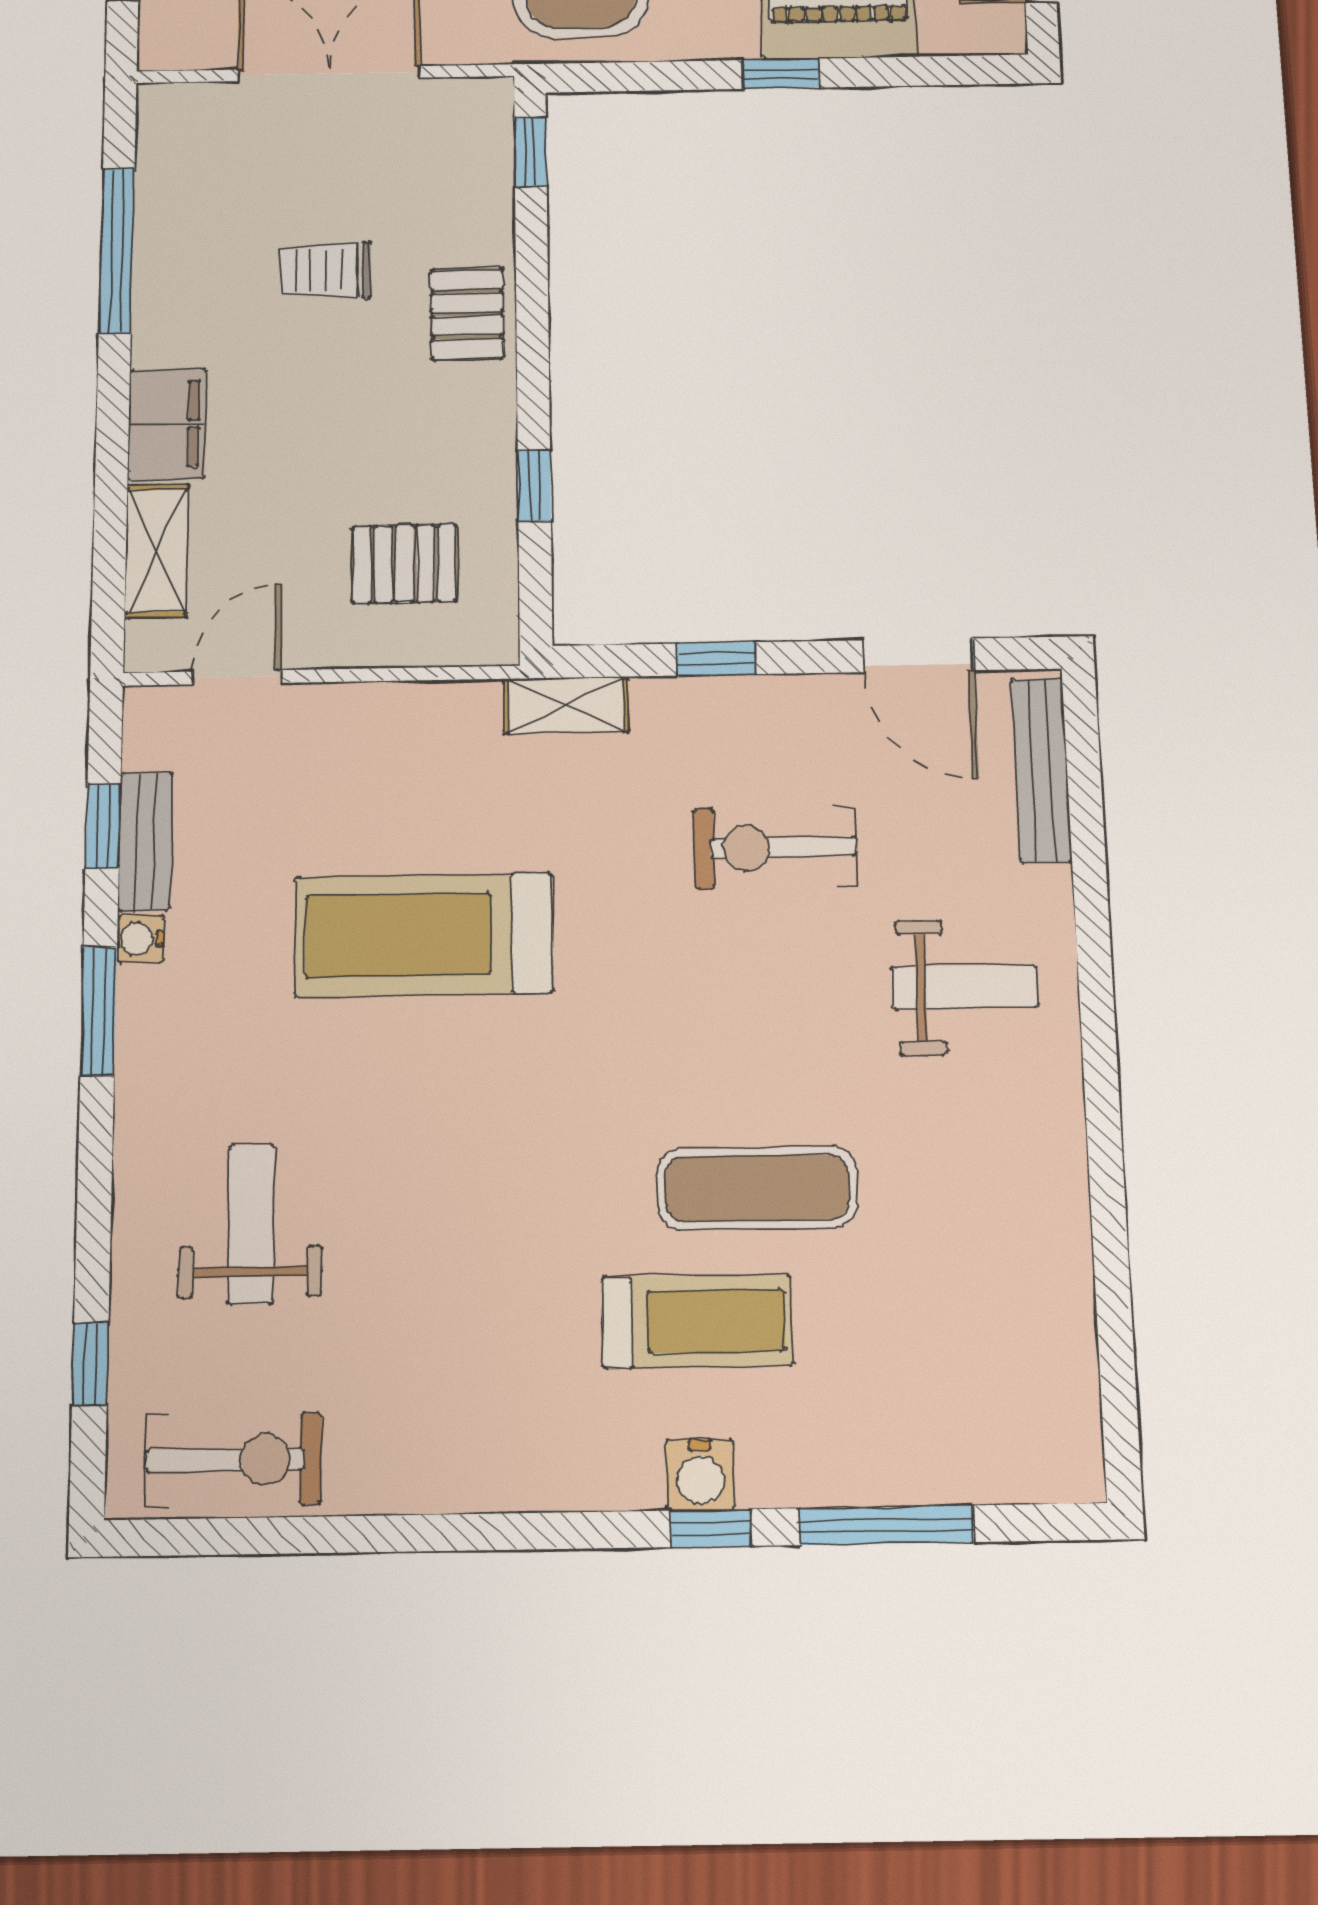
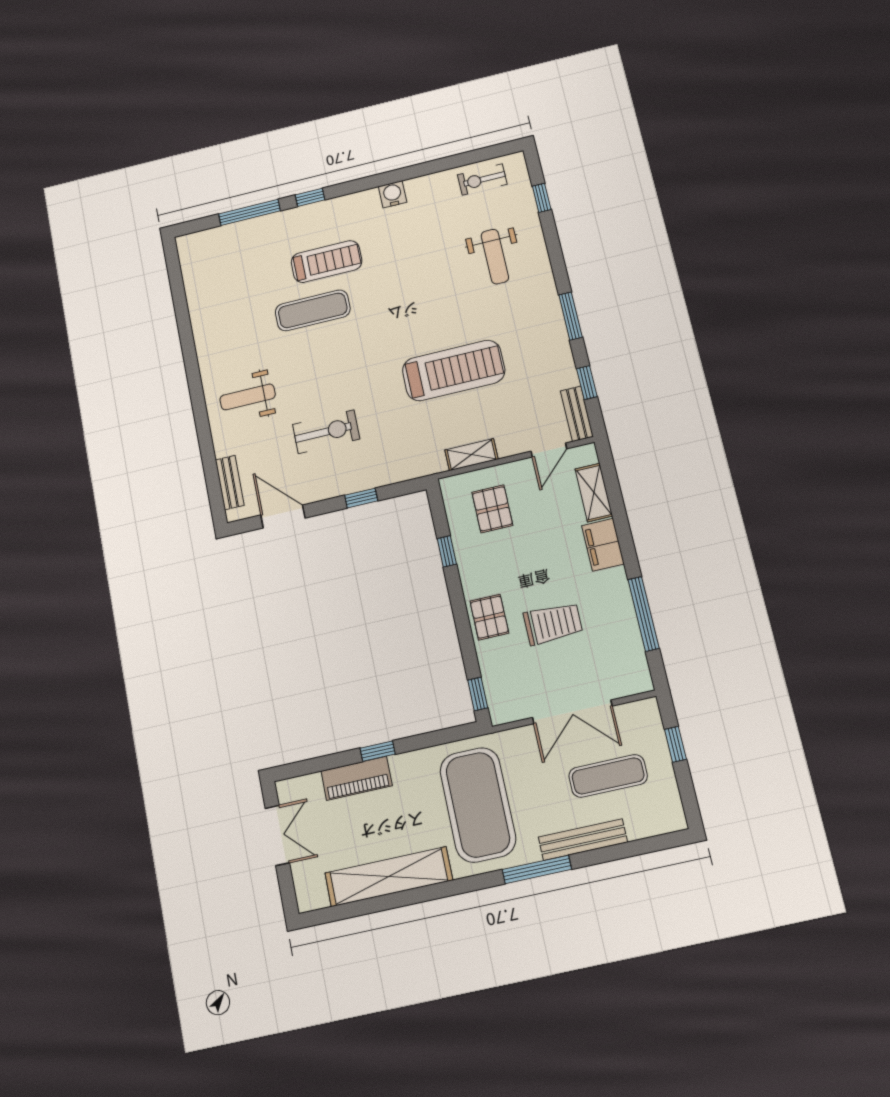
trolley: (325, 271) -> (553, 624), width x1.36, depth x1.39
pallet: (404, 564) -> (492, 509), turned 90
shelving: (566, 705) -> (471, 455), moved
bench: (1041, 770) -> (230, 483), width x0.73
bench: (145, 841) -> (577, 414), moved
water cooler: (140, 939) -> (561, 345), removed
treadmill: (697, 1321) -> (326, 262), turned 180
exercise bike: (233, 1460) -> (482, 180), width x0.73, depth x0.72
water cooler: (700, 1474) -> (393, 194), moved

